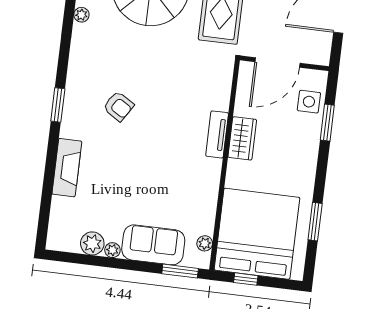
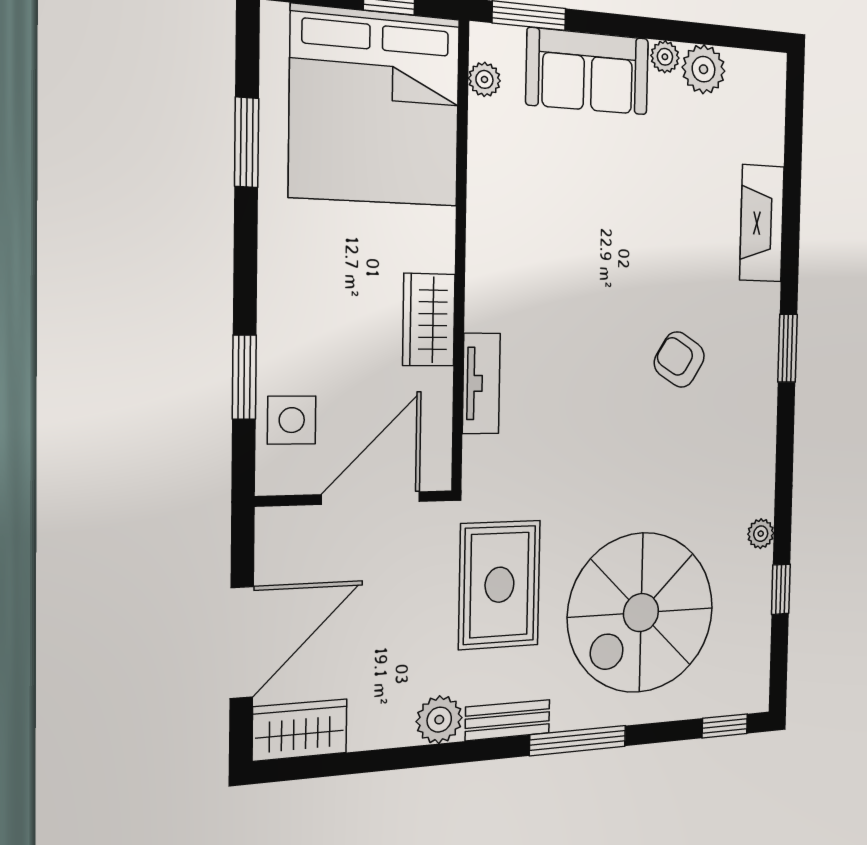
tv unit: (217, 134) -> (481, 383), moved

